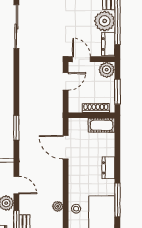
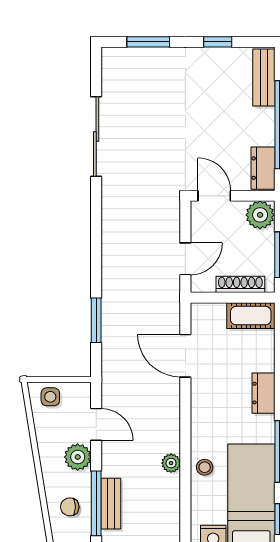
plant: (105, 21) -> (256, 127), removed
door: (66, 81) -> (185, 259), moved

